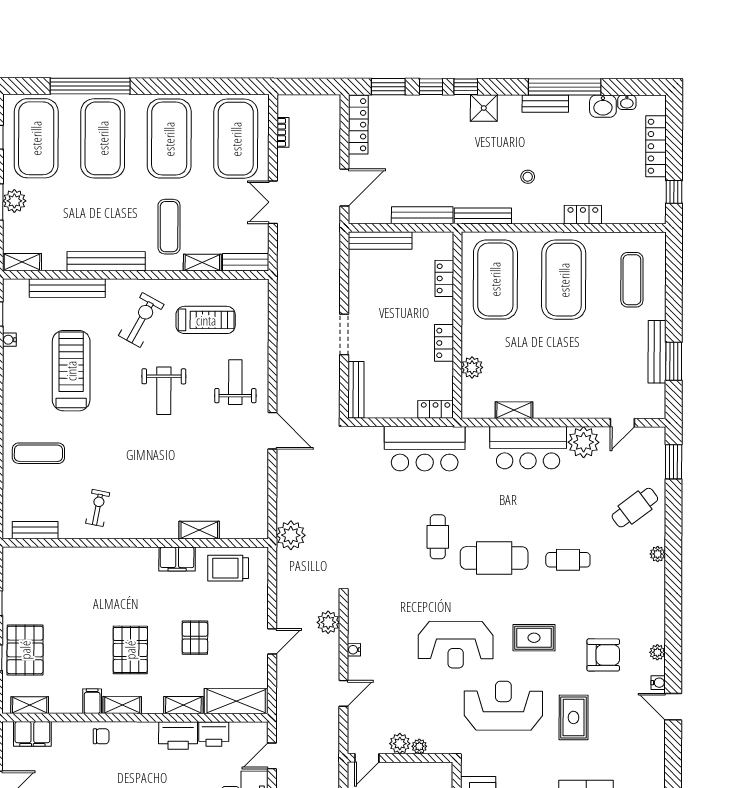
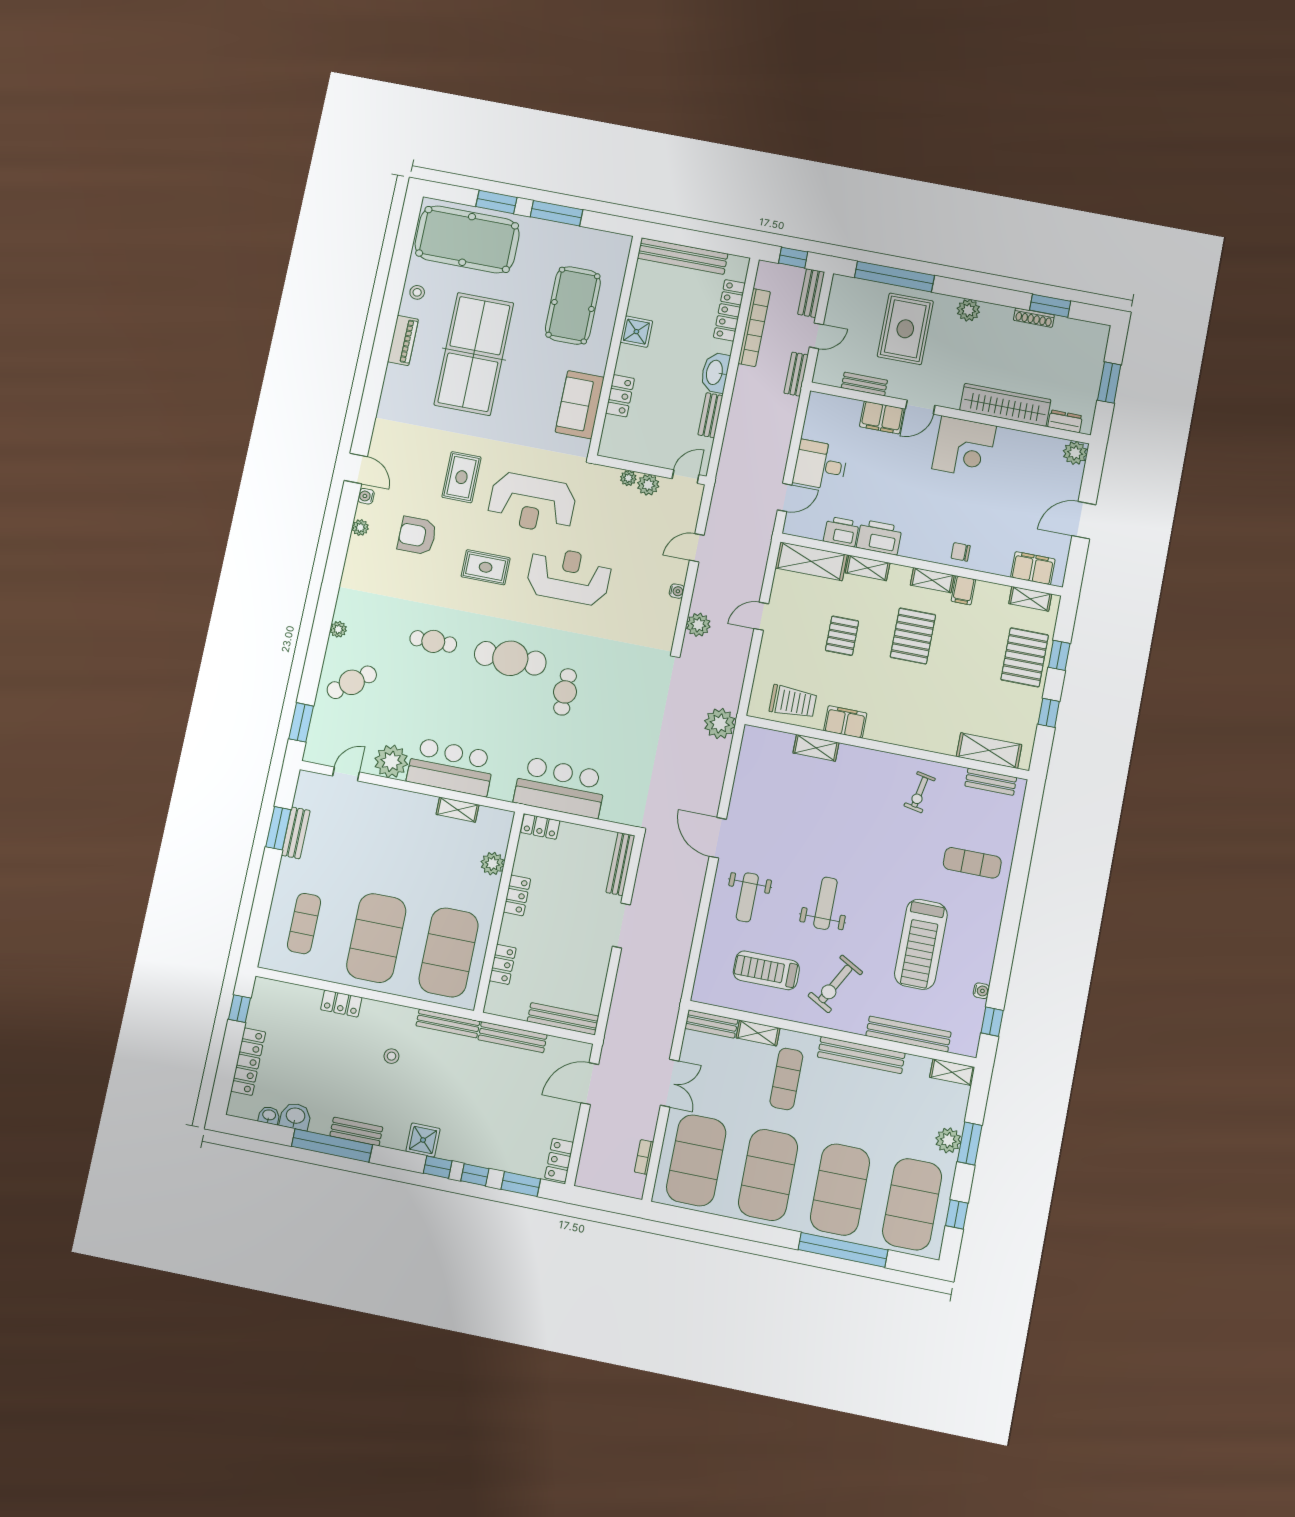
locker: (358, 125) -> (559, 1160), width x0.66
bench: (657, 352) -> (296, 833), width x0.73
shelving: (42, 558) -> (989, 751), added

